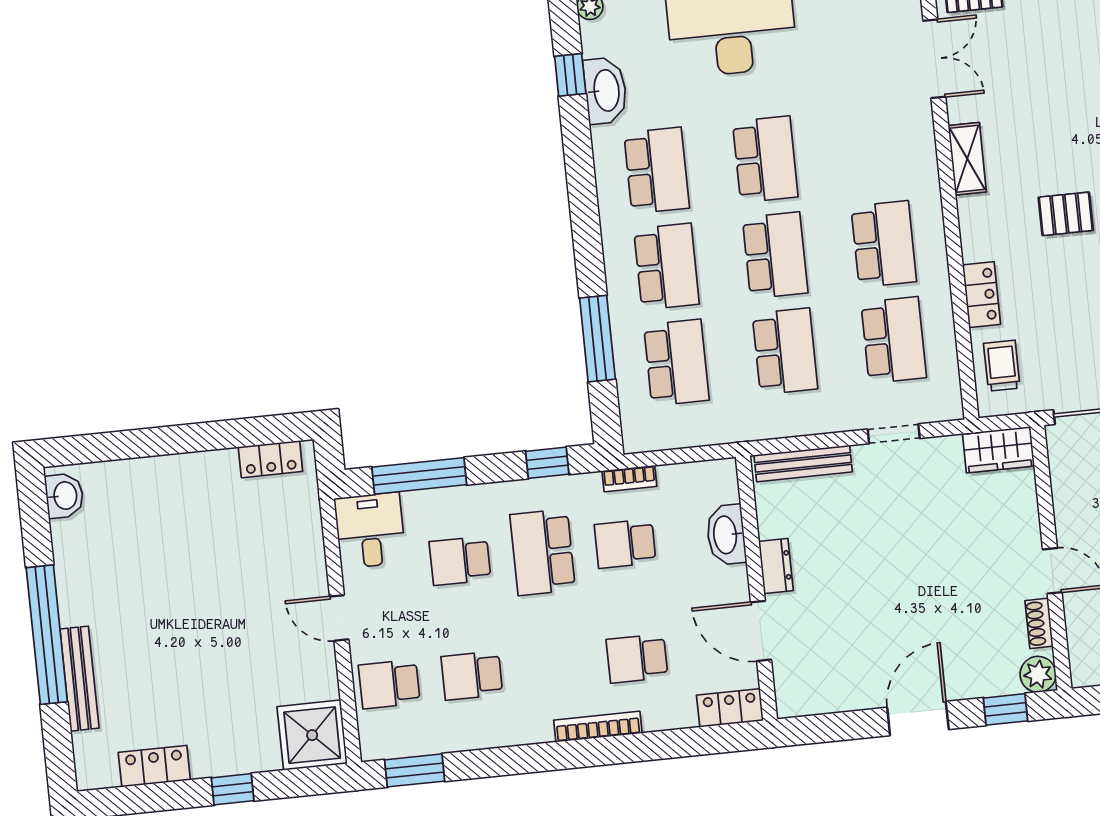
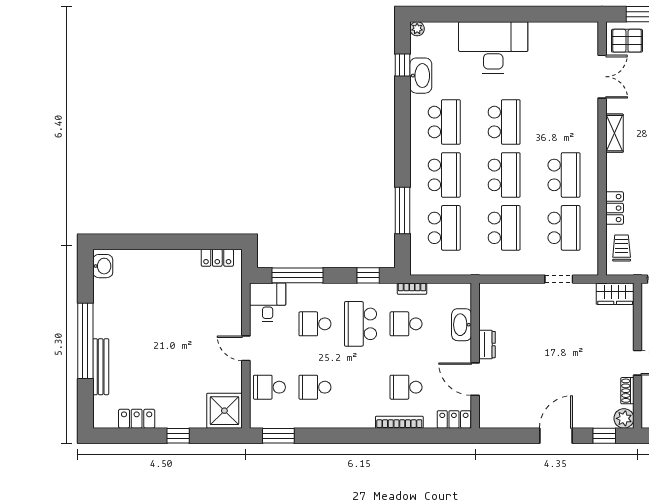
bench: (803, 464) -> (508, 290), removed
bookcase: (598, 727) -> (399, 422), moved

